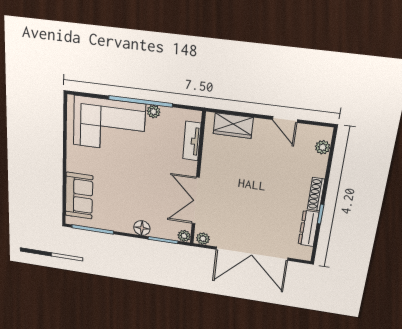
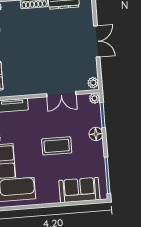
coffee table: (134, 182) -> (57, 146), added
double door: (196, 201) -> (61, 94), width x0.73
double door: (252, 254) -> (97, 41), width x0.54

